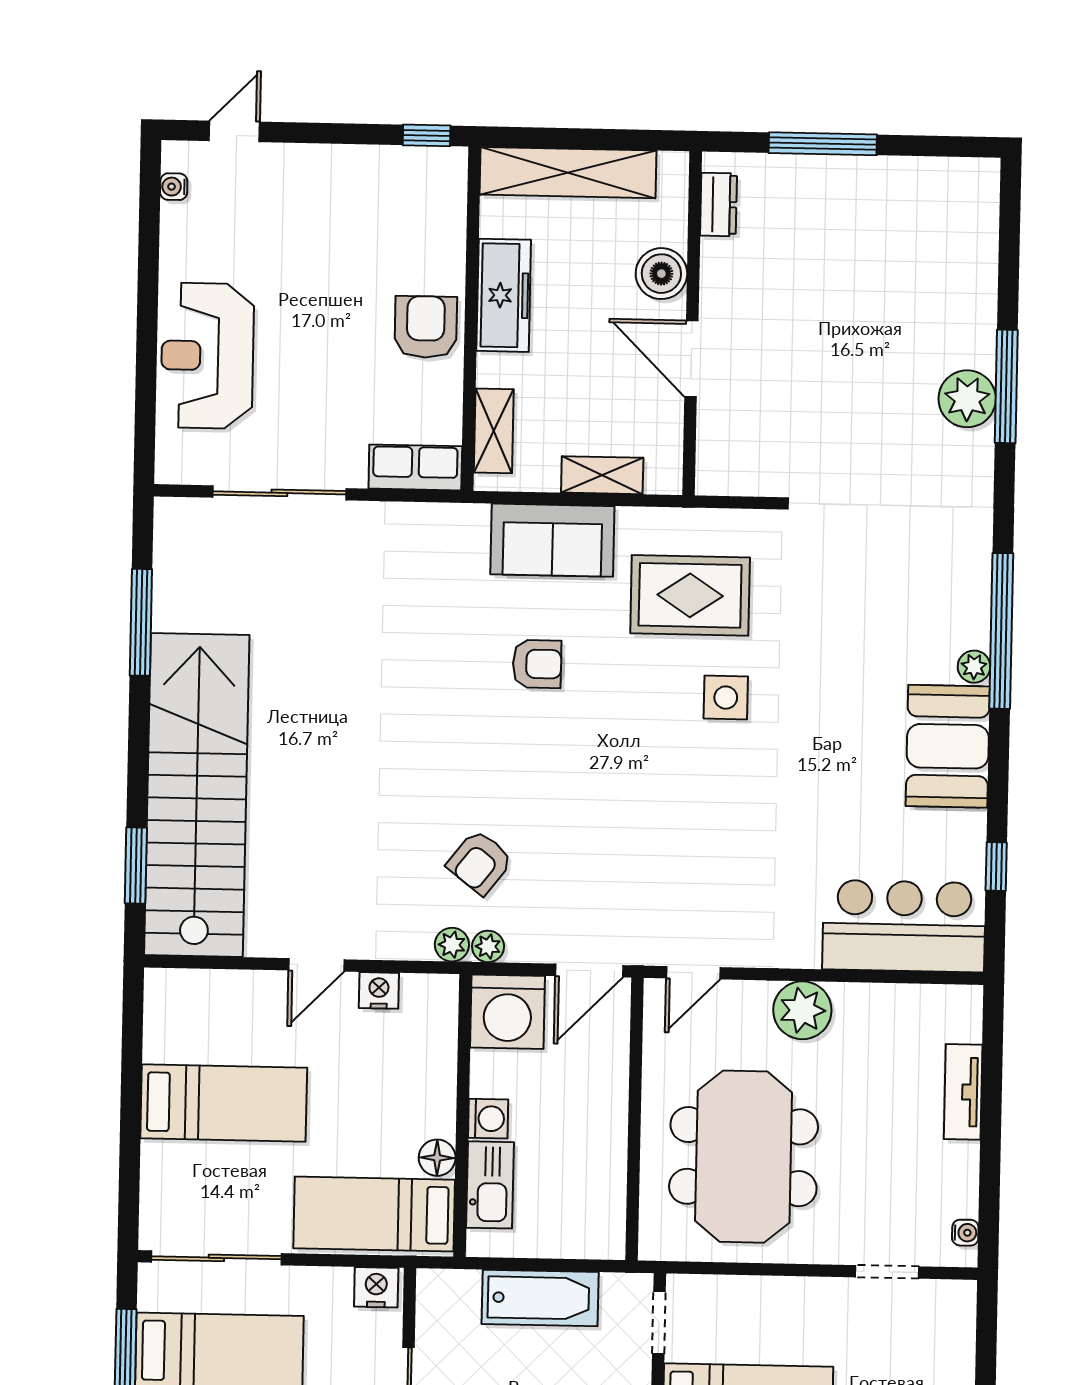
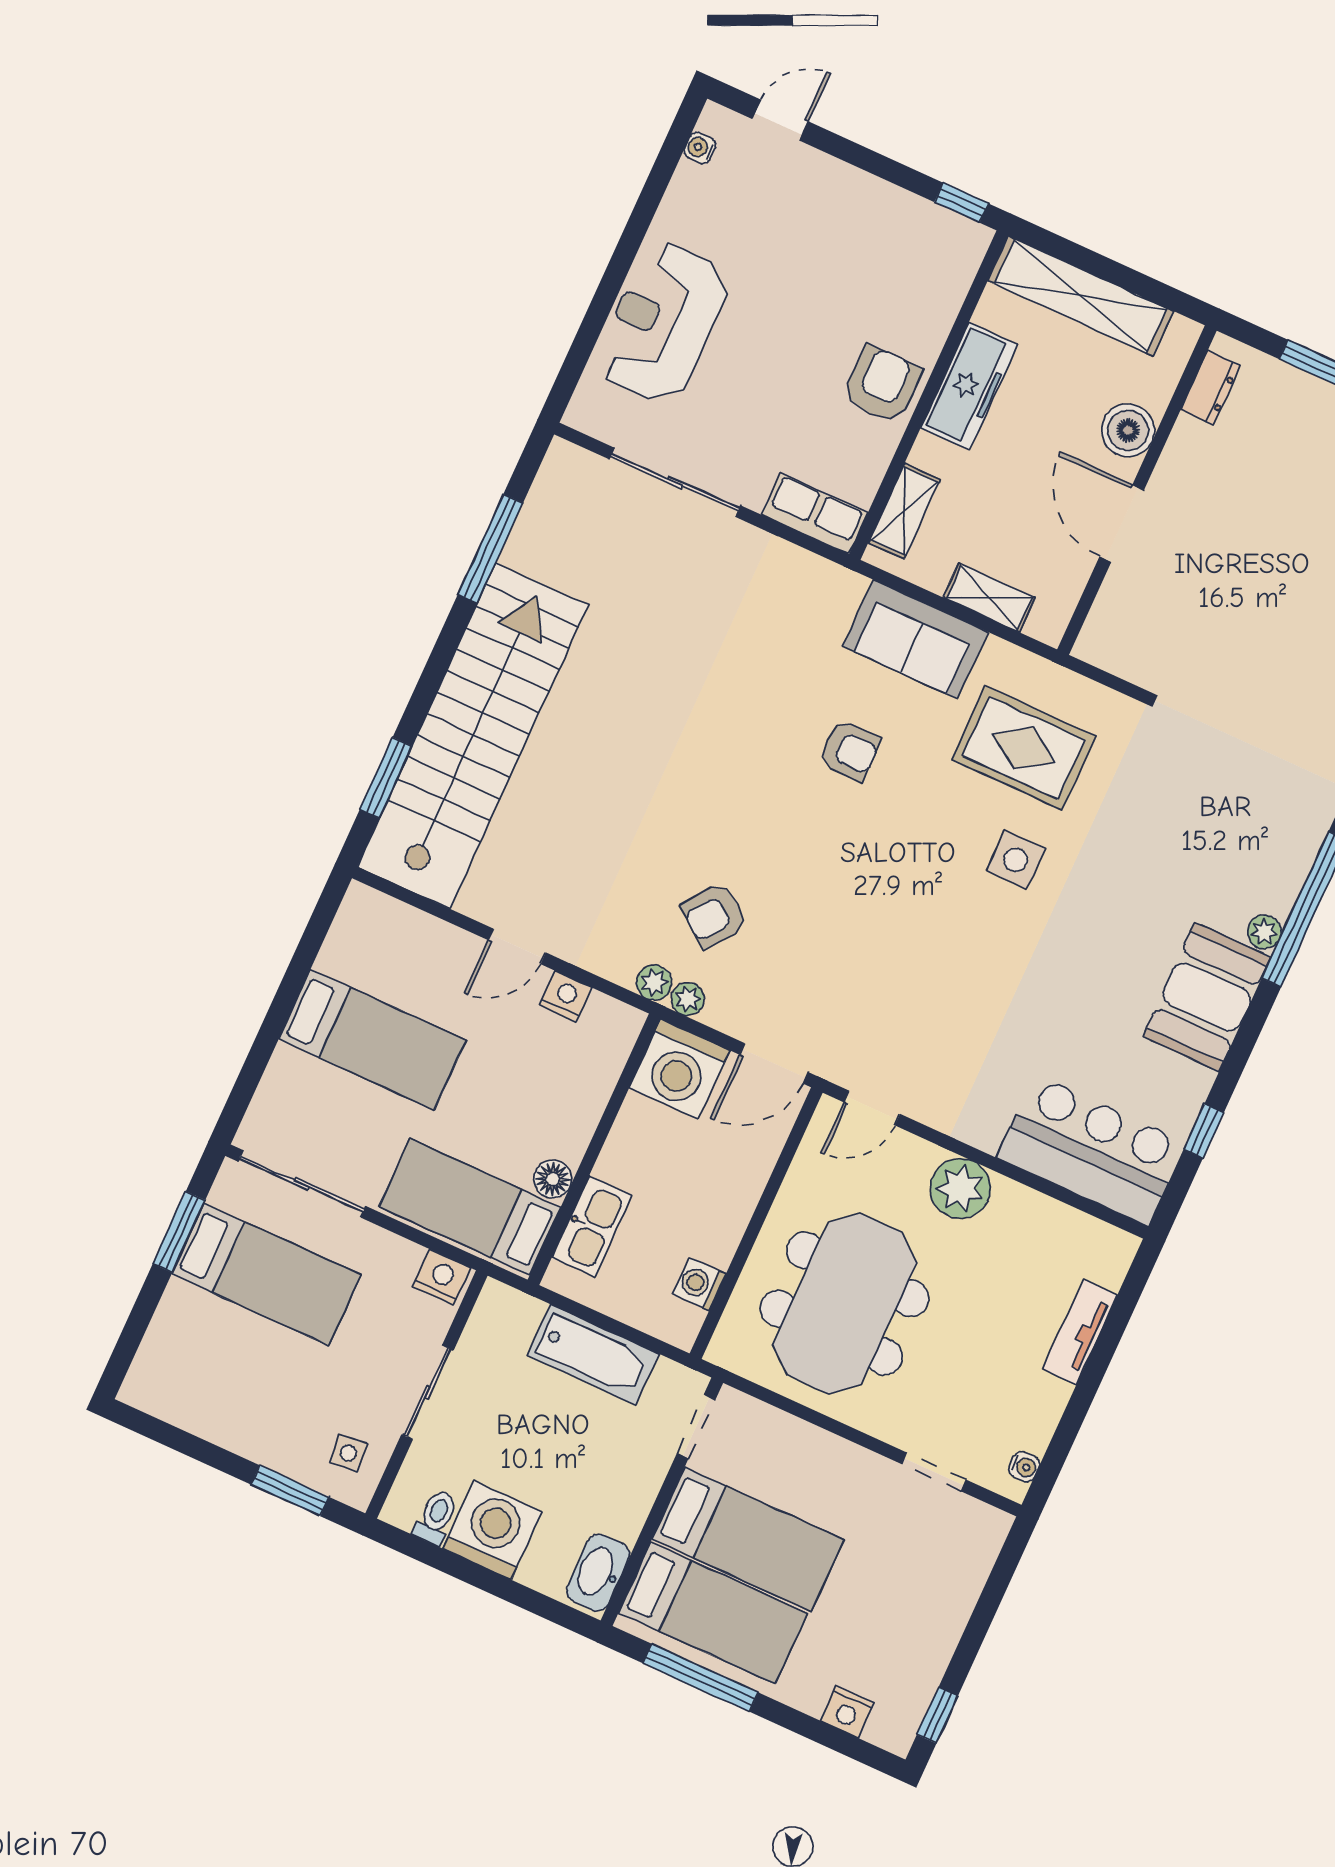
washing machine: (488, 1119) -> (699, 1284), moved, turned 180

